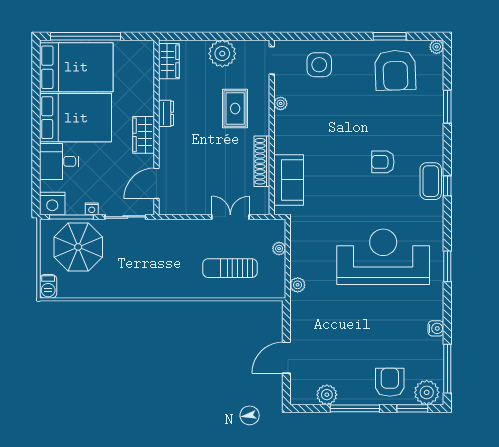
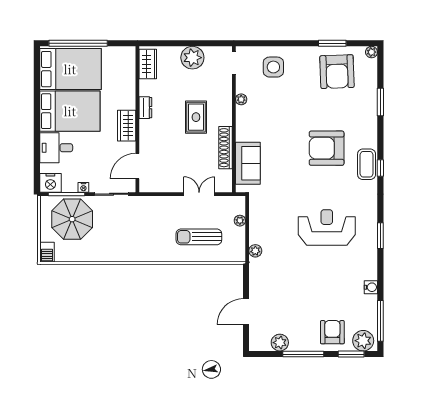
rug: (235, 109) -> (196, 117), moved
armchair: (383, 162) -> (327, 148), width x1.88, depth x1.88
reception desk: (383, 257) -> (327, 227), width x0.74, depth x0.77

